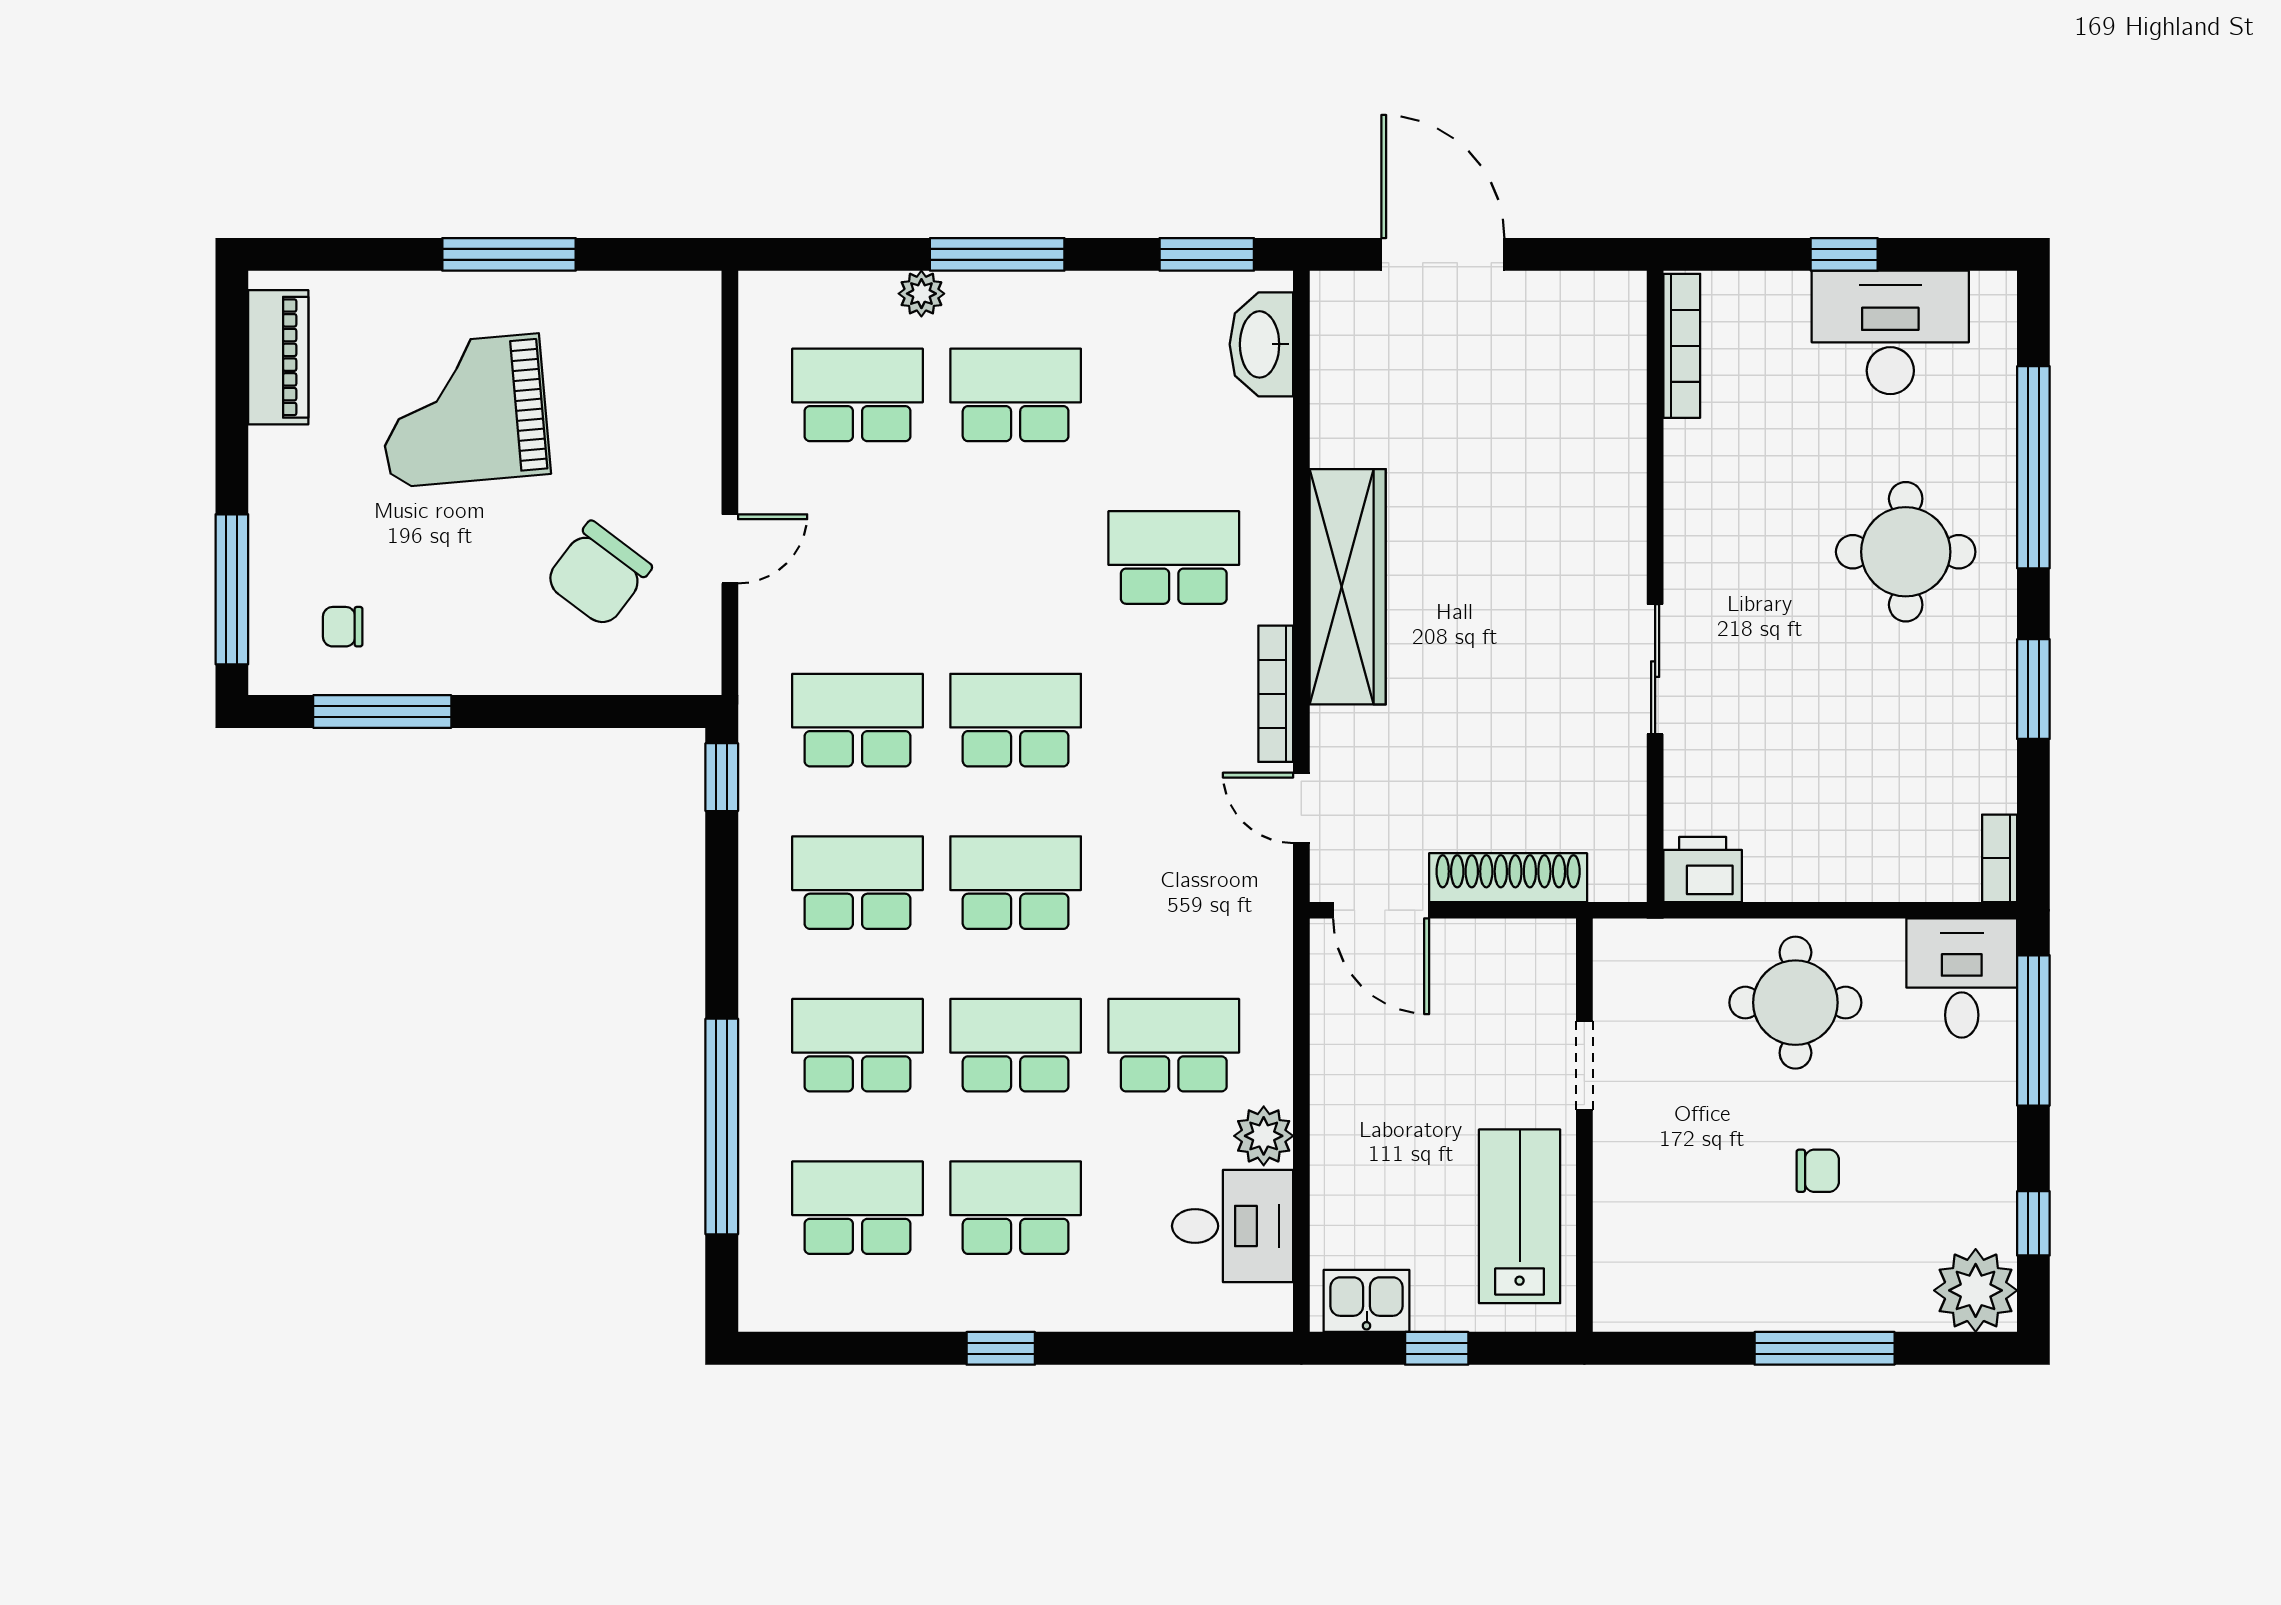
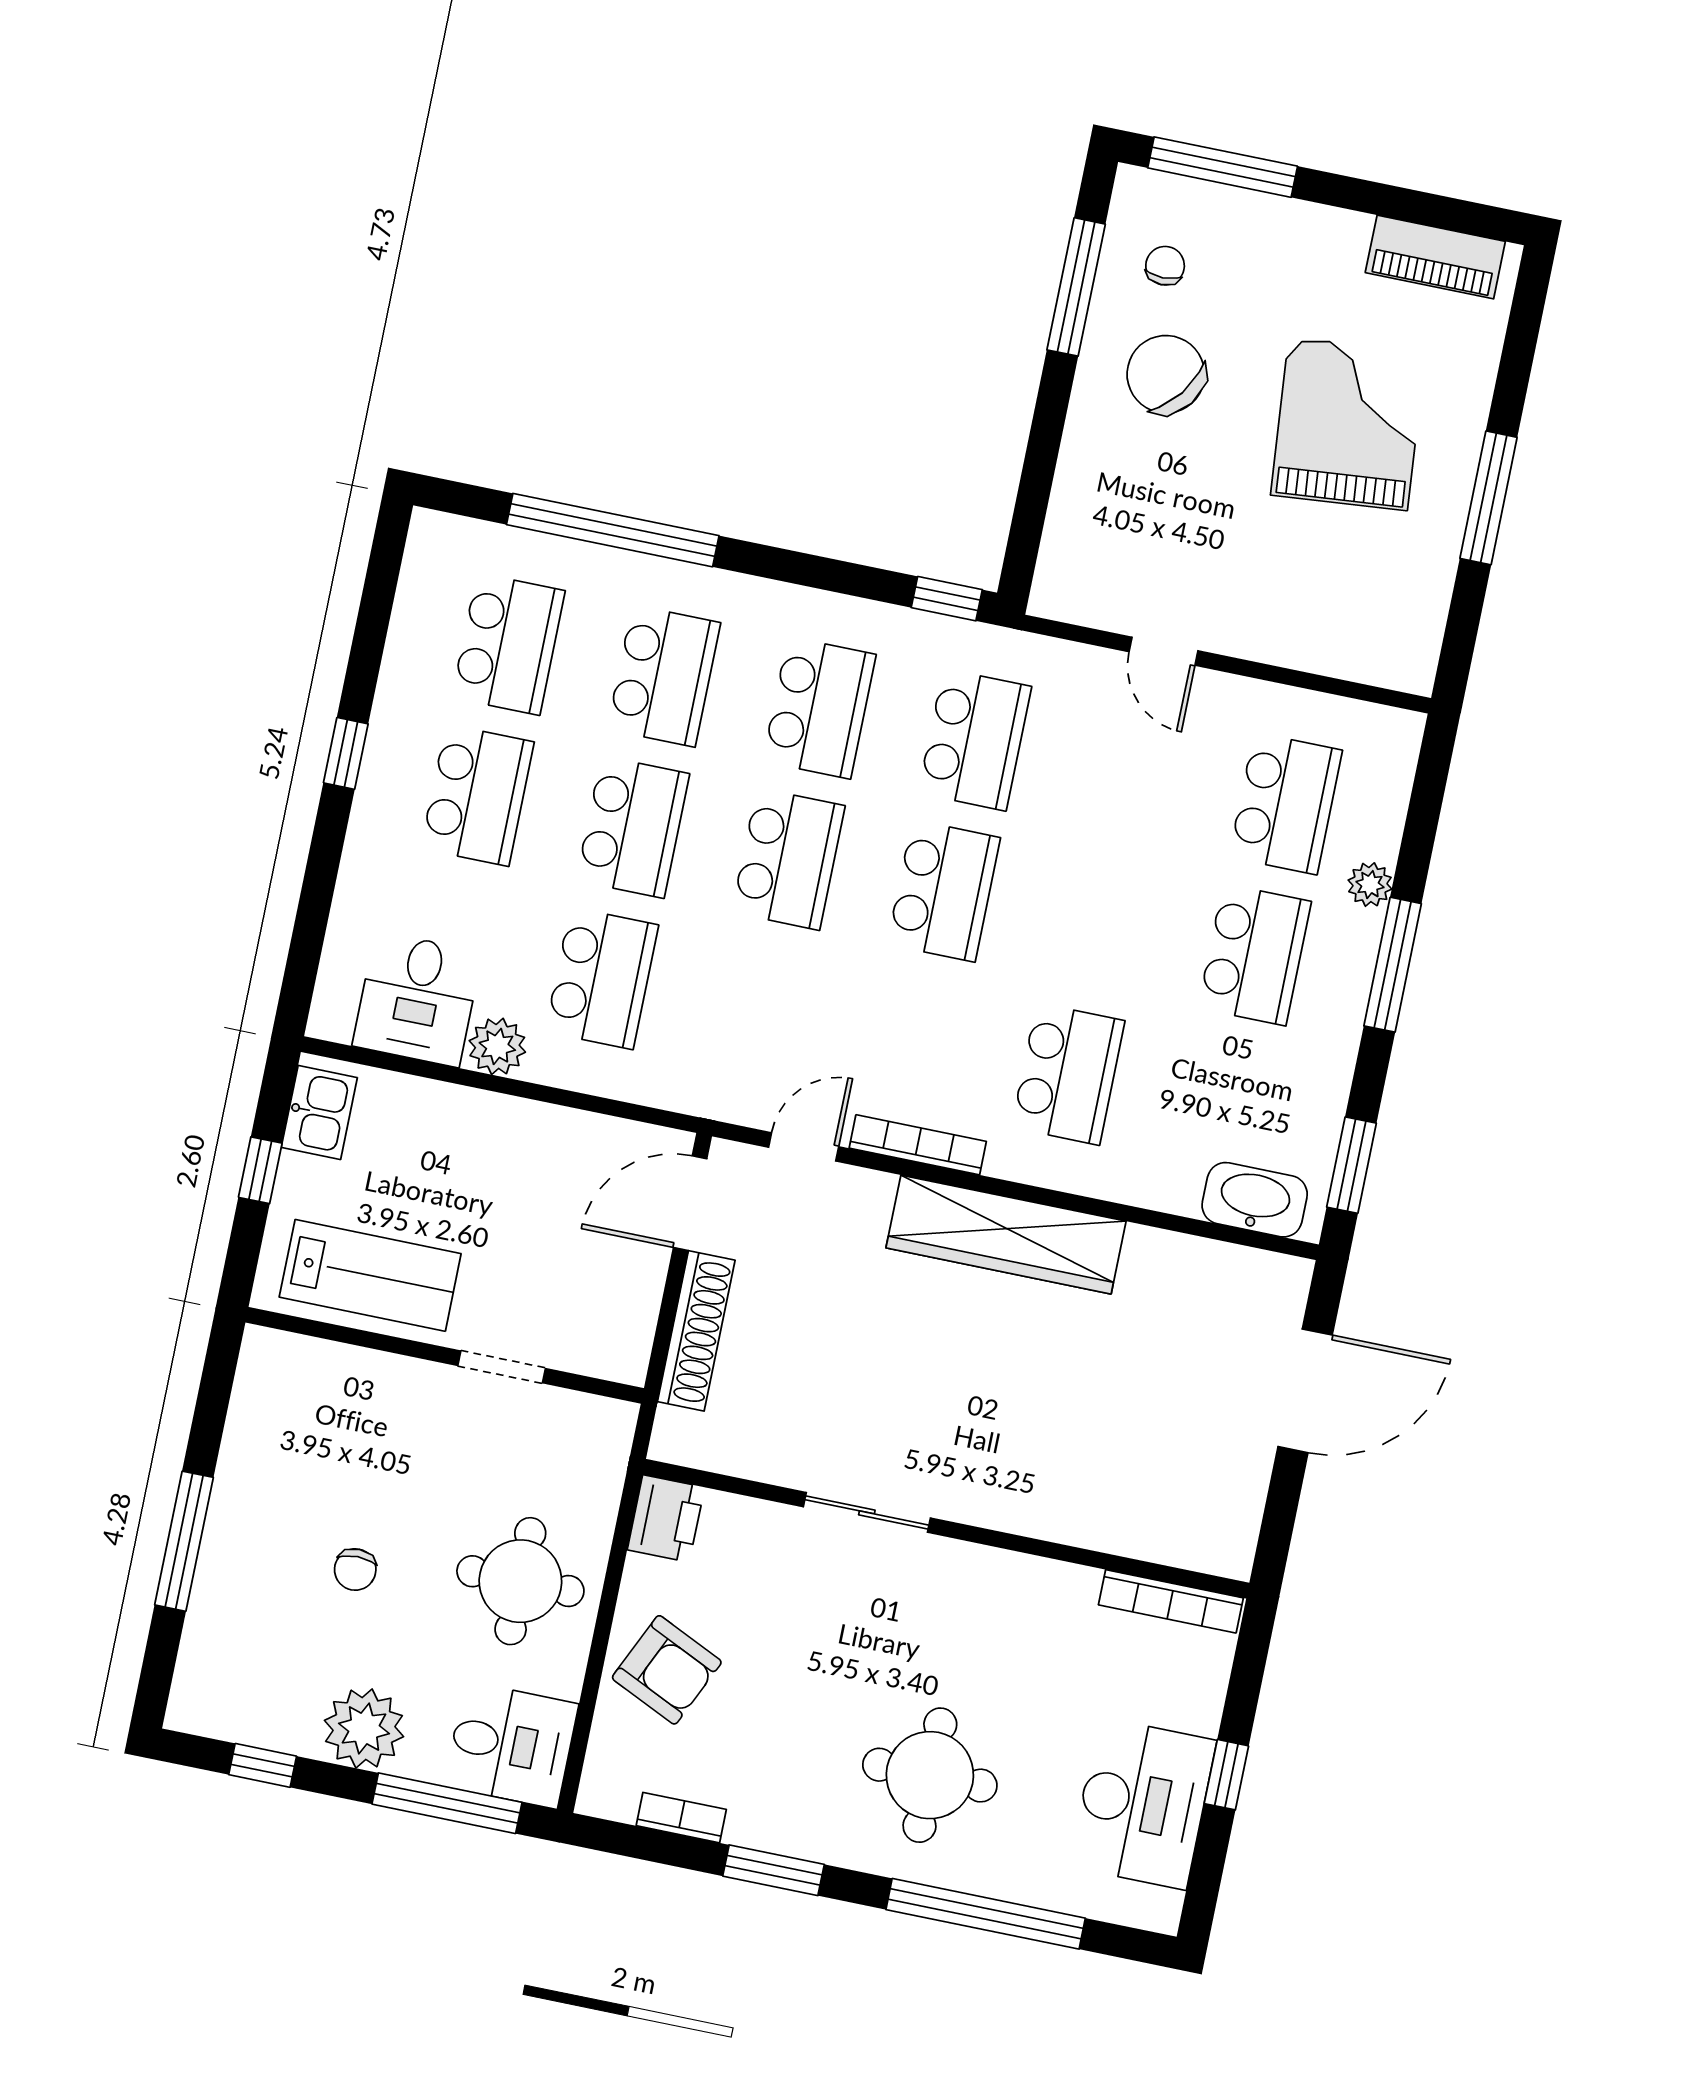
chair: (598, 574) -> (1166, 374), moved
armchair: (1854, 837) -> (667, 1670), added
bookcase: (2000, 858) -> (681, 1818), moved
plant: (1976, 1290) -> (364, 1729), moved

